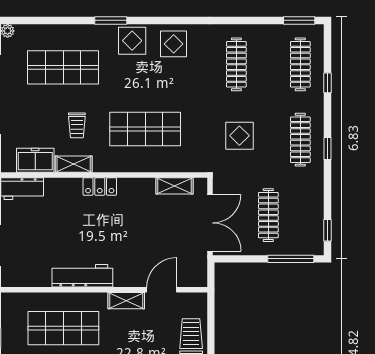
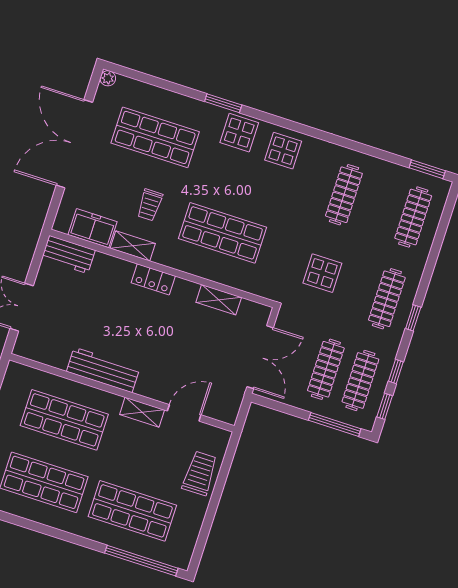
window: (327, 83) -> (396, 372), moved
shelving: (175, 186) -> (219, 300), moved
clothes rail: (300, 215) -> (360, 380), added

